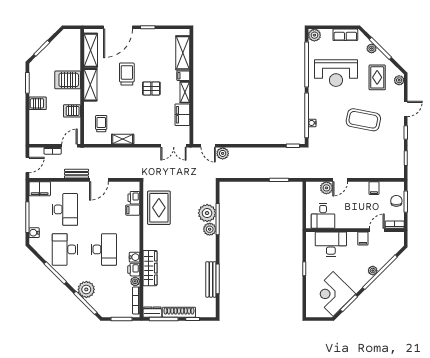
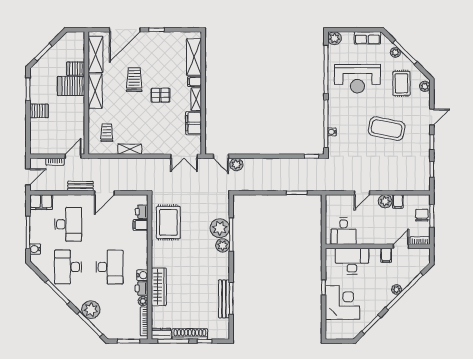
server rack: (72, 111) -> (76, 69), moved
plant: (326, 188) -> (385, 201), moved
corner desk: (333, 294) -> (342, 303), moved, turned 135

